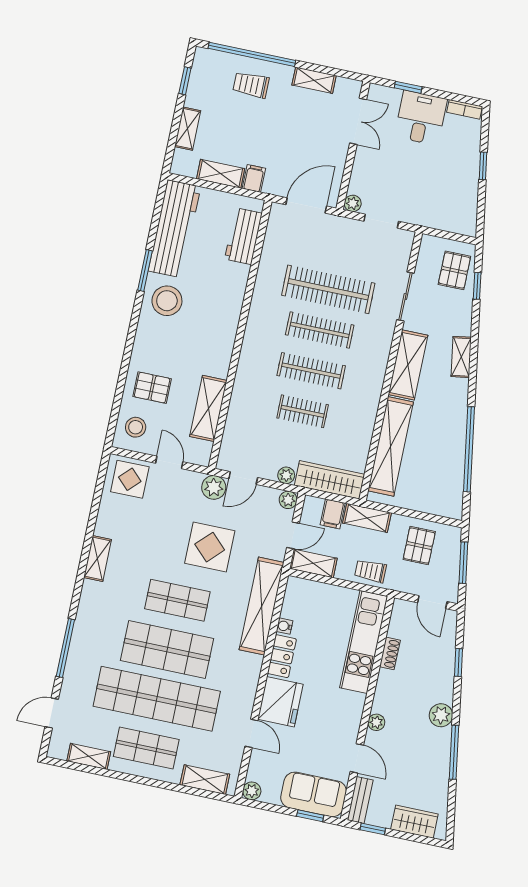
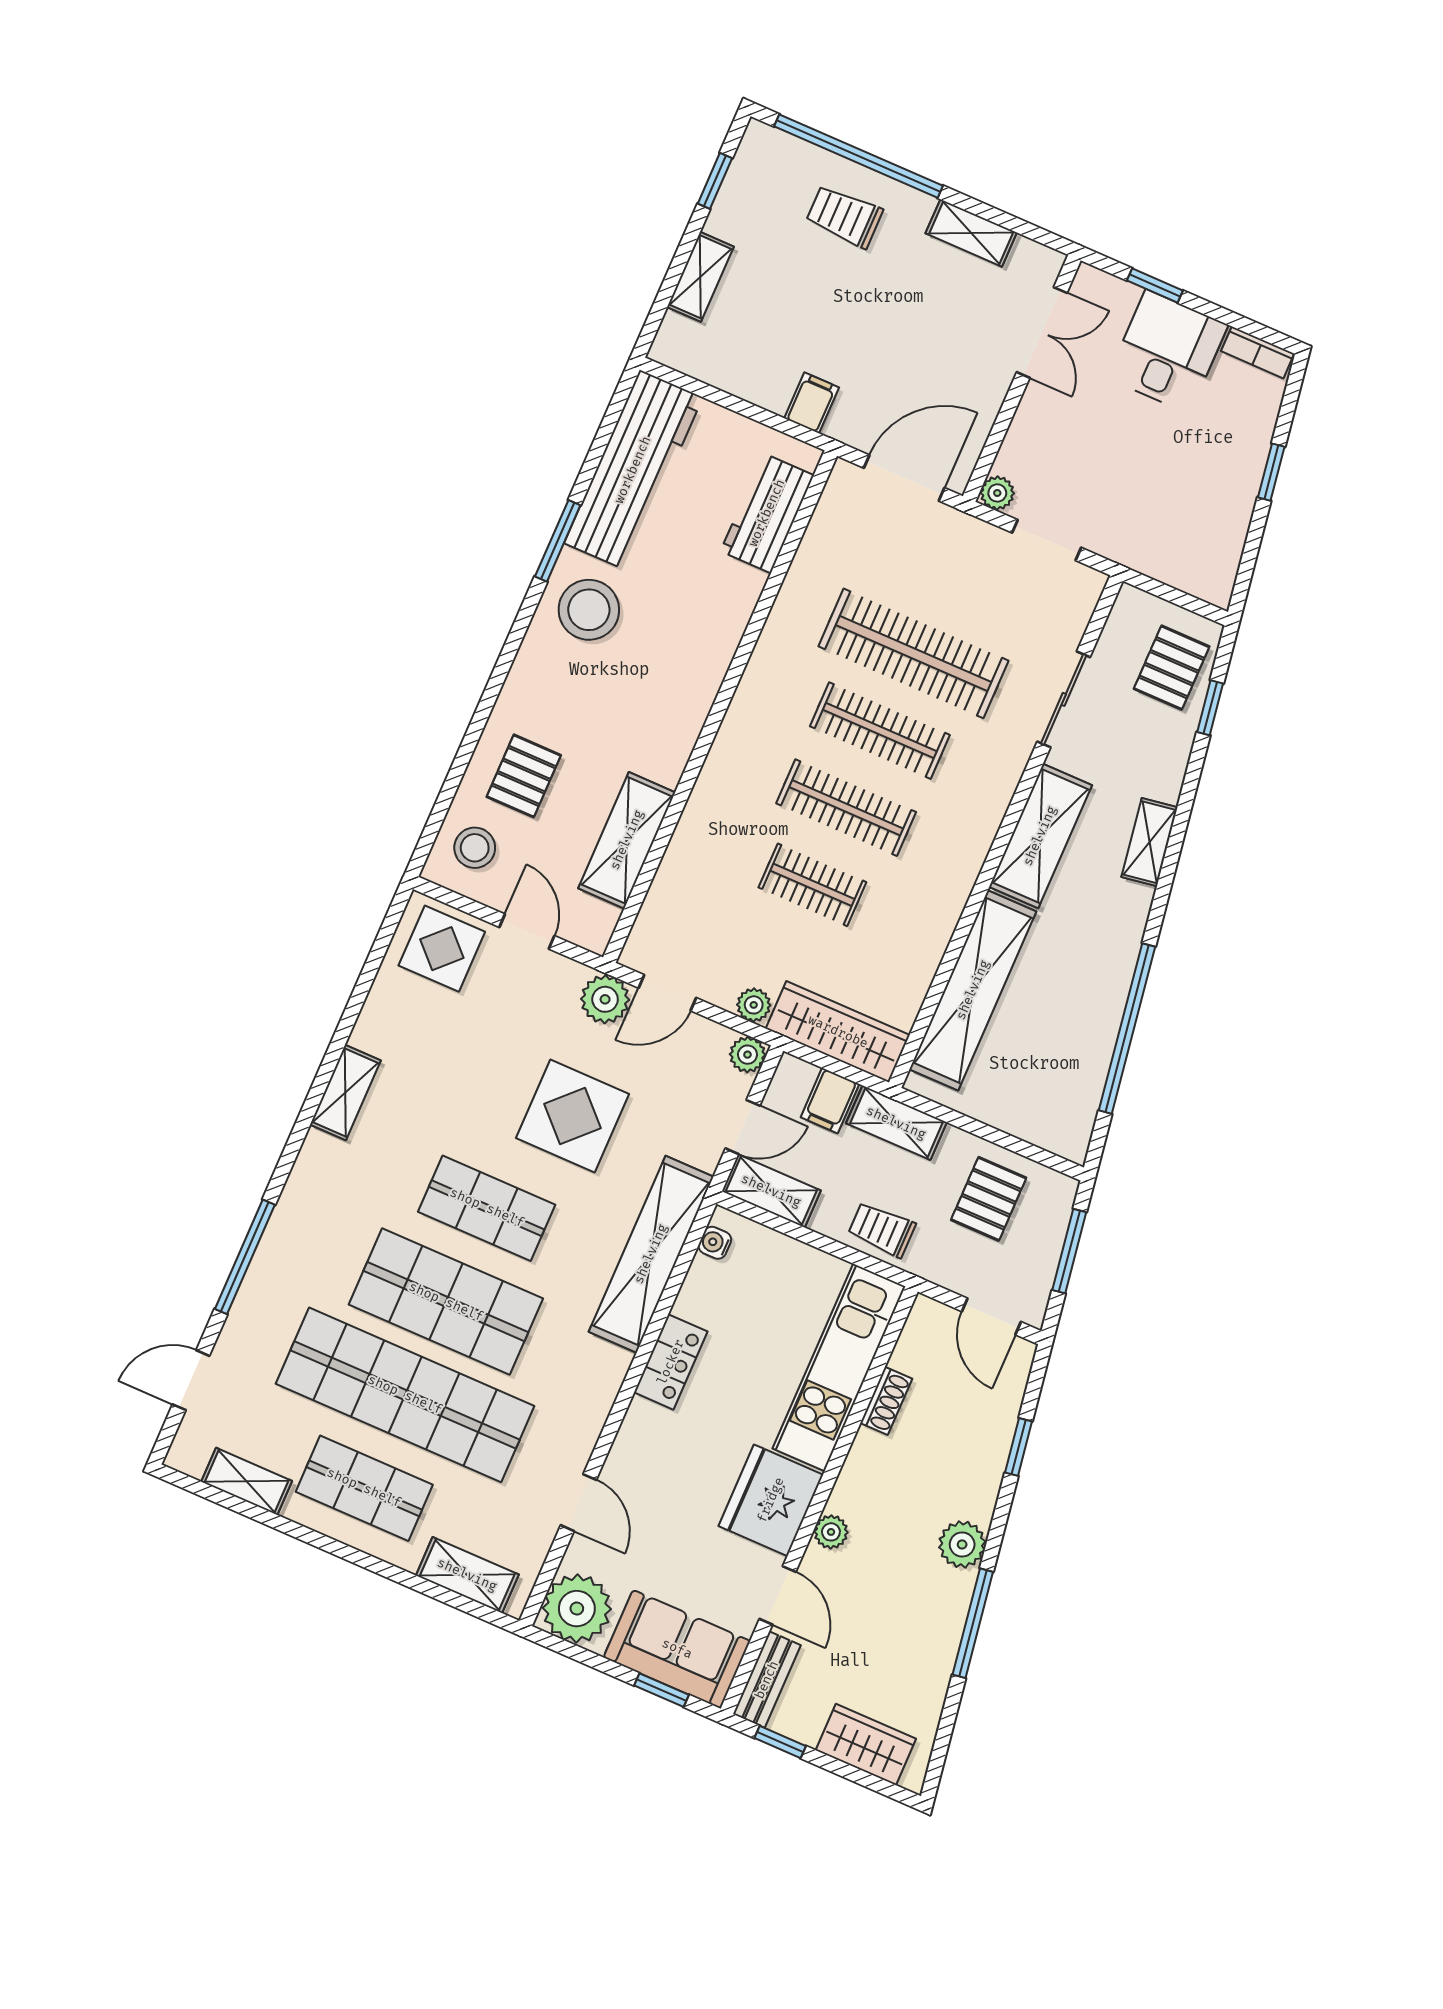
shelving: (221, 174) -> (748, 380), removed
pallet: (152, 388) -> (524, 776), turned 90
water cooler: (284, 626) -> (715, 1243), moved
fridge: (280, 702) -> (771, 1500), moved, turned 180
plant: (252, 791) -> (577, 1609), width x1.88, depth x1.88

